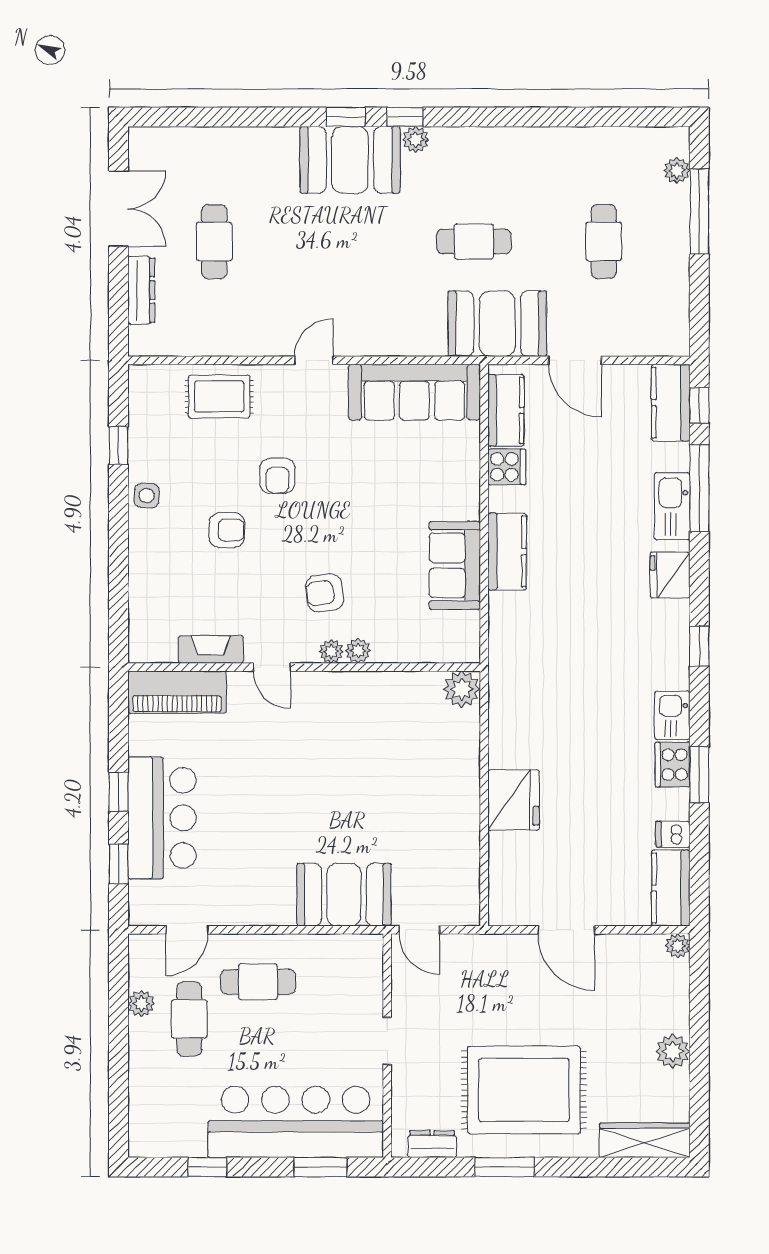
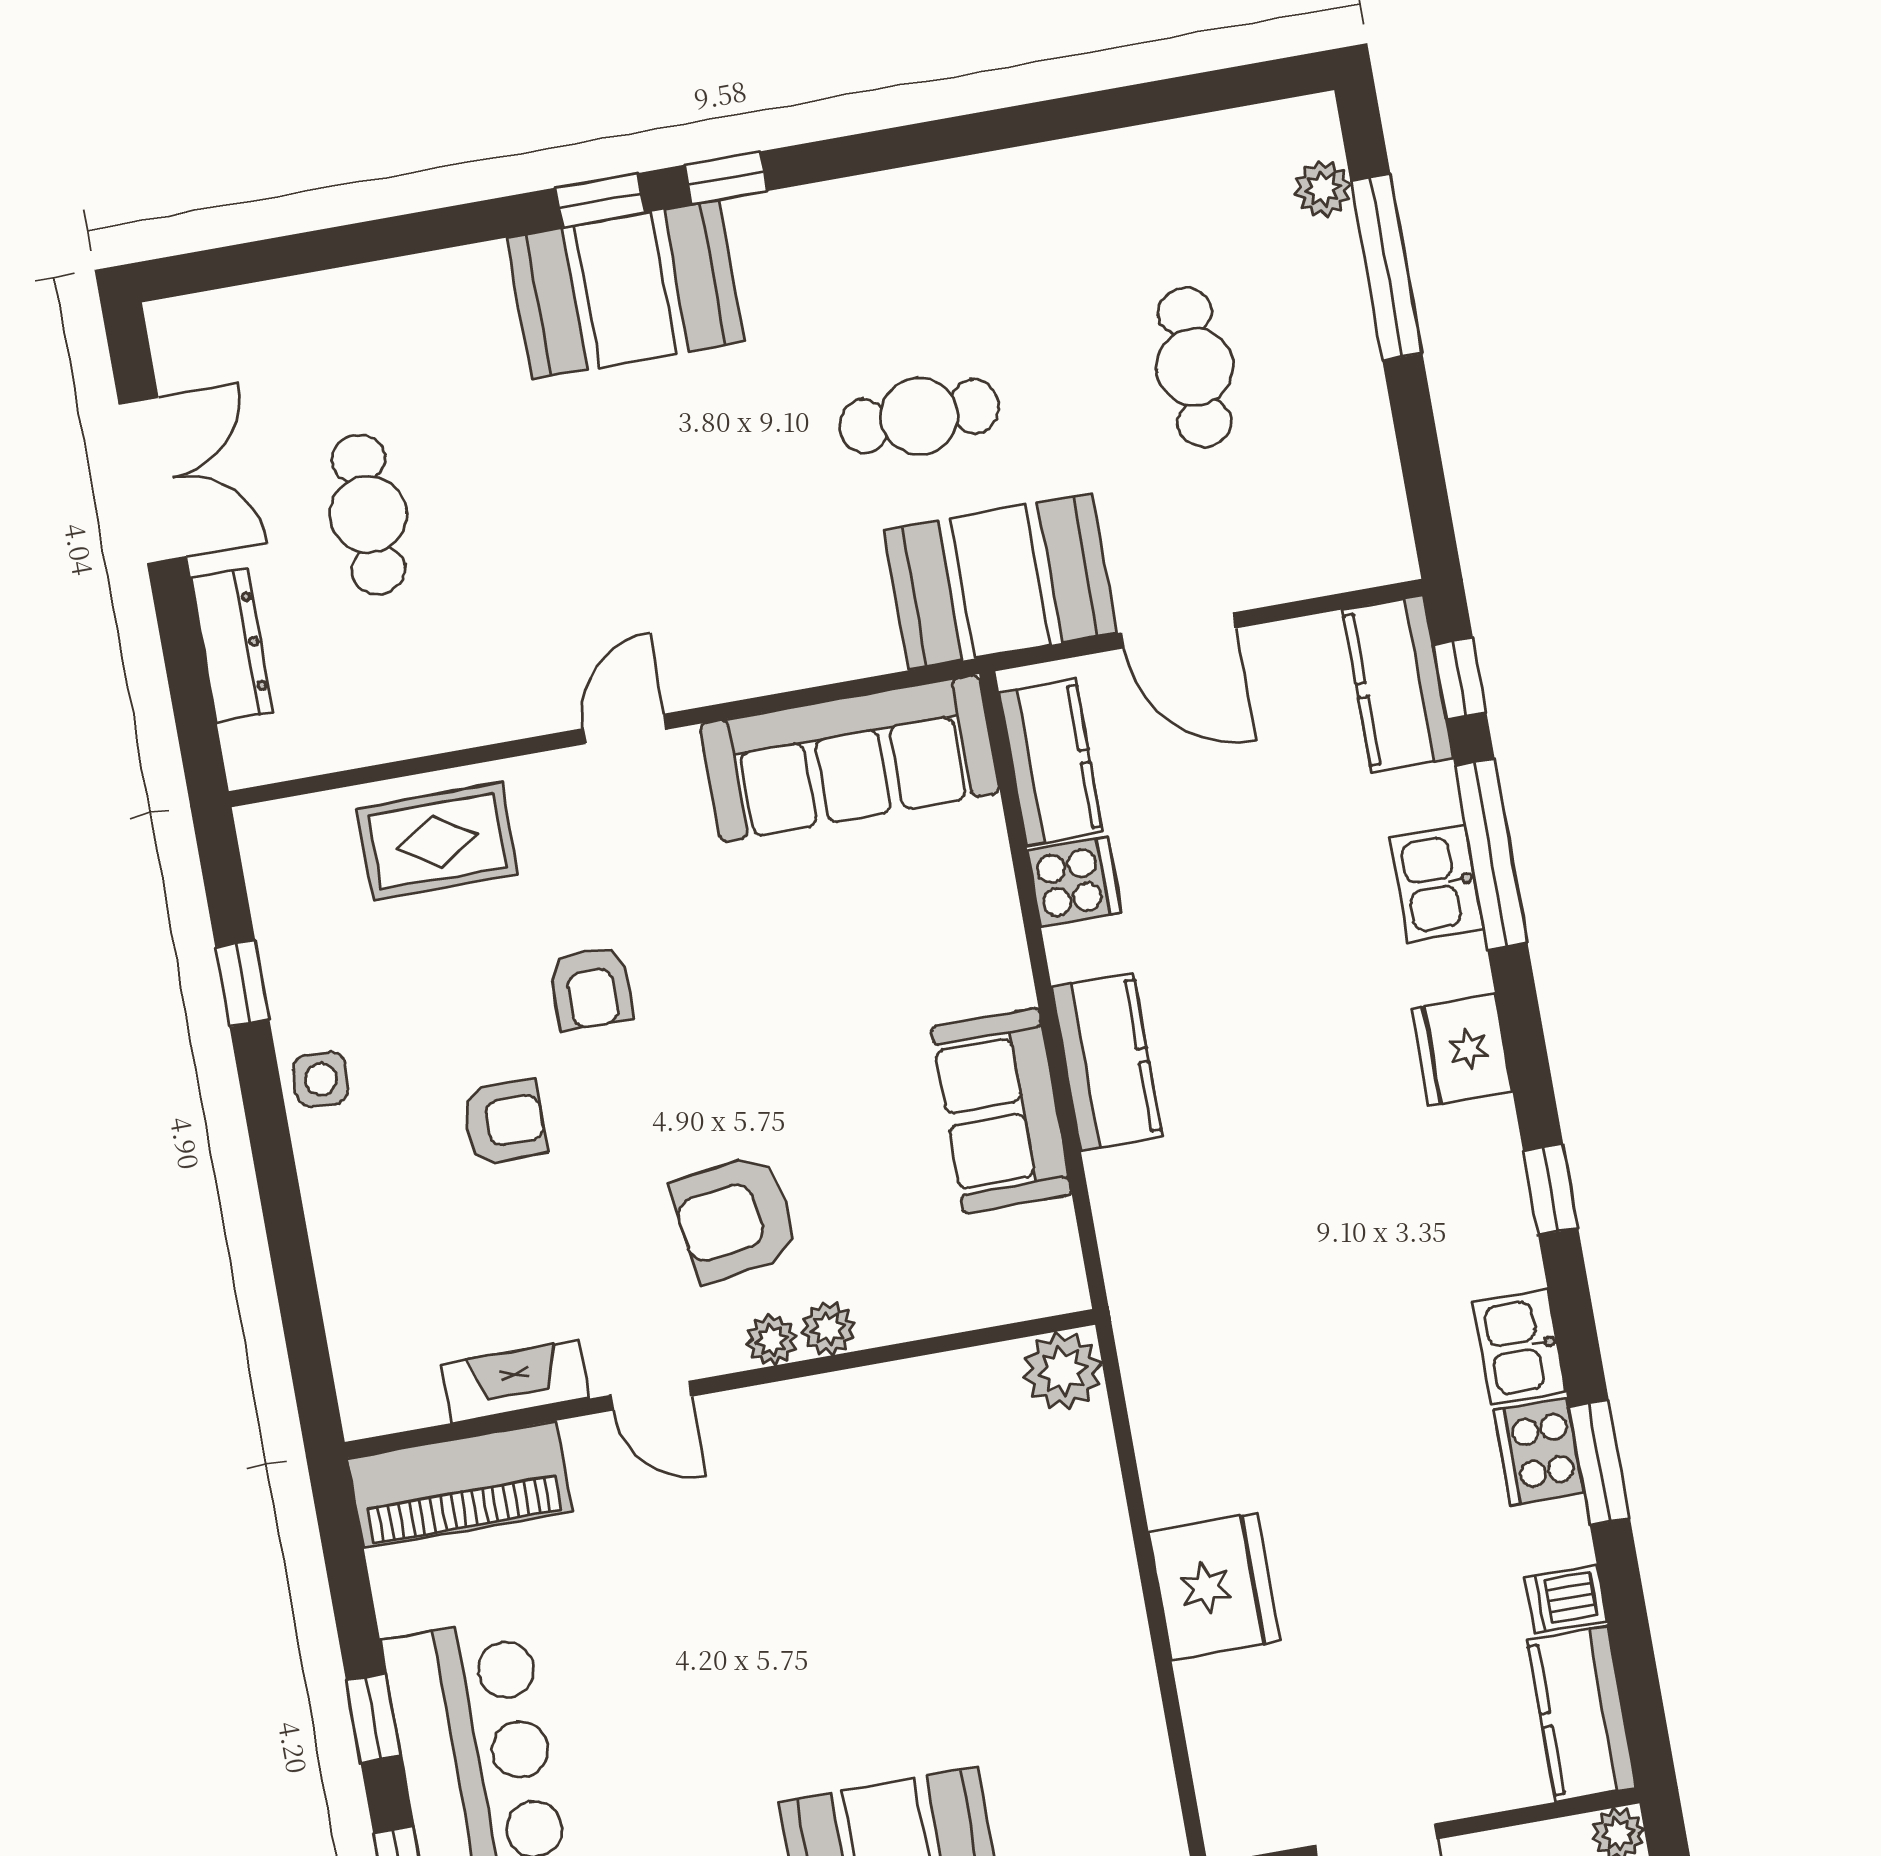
plant: (416, 140) -> (757, 222), removed
kitchen sink: (672, 506) -> (1437, 883), width x0.73
armchair: (324, 593) -> (735, 1218), width x1.38, depth x1.38

